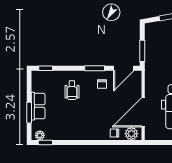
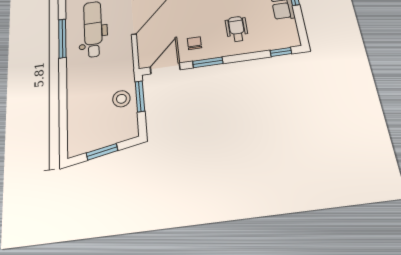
stool: (155, 51) -> (121, 99), added

